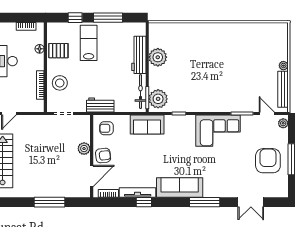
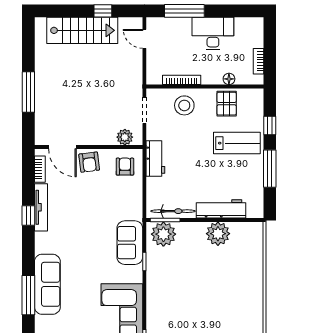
sofa: (147, 125) -> (130, 243), moved
plant: (84, 149) -> (125, 137), moved
sofa: (180, 188) -> (47, 284), moved

